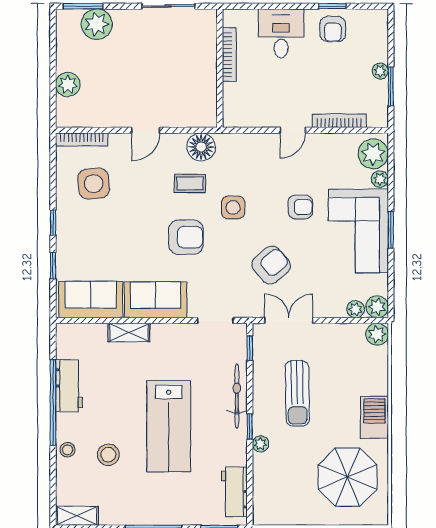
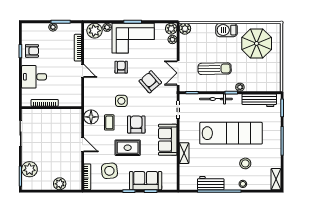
rug: (140, 220) -> (128, 148), added
sofa: (91, 300) -> (146, 181), moved, turned 90
lab bench: (169, 426) -> (231, 133), width x1.36
workbench: (234, 492) -> (259, 100), width x1.38

